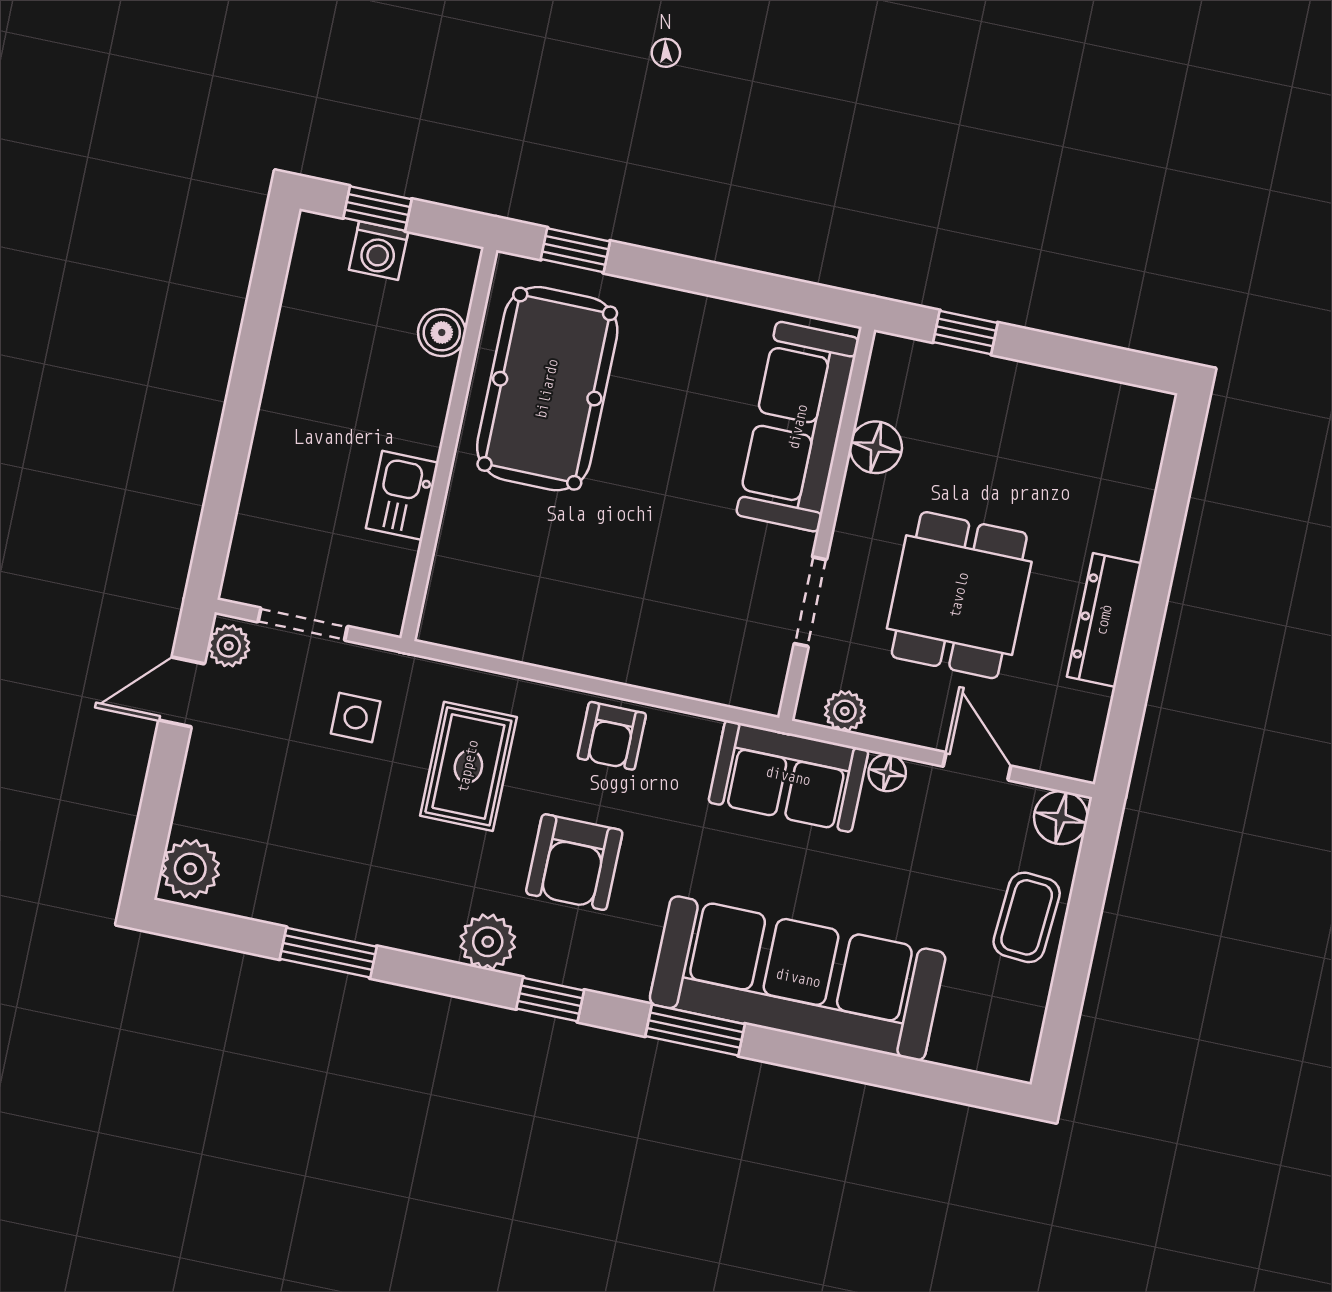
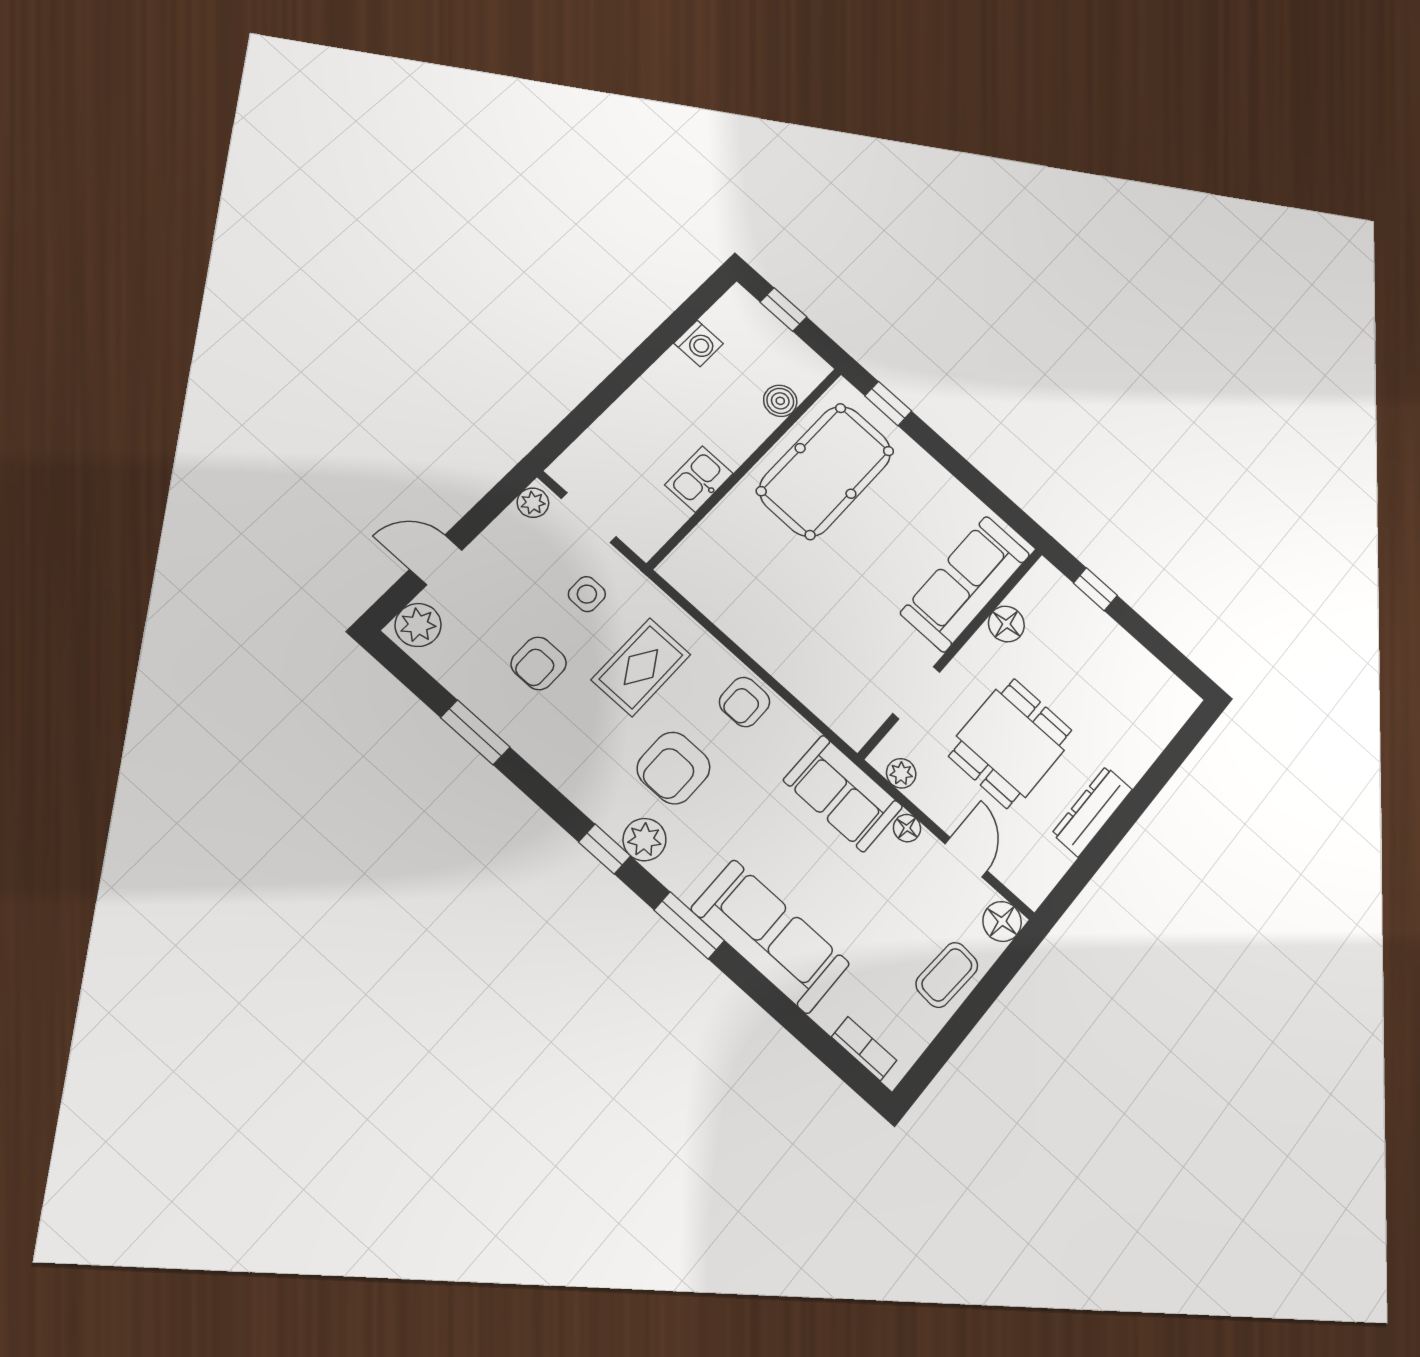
washing machine: (379, 251) -> (699, 343), moved, turned -90
door: (182, 692) -> (436, 560), moved
armchair: (350, 832) -> (539, 663), added
plant: (488, 942) -> (645, 840), moved
sofa: (798, 978) -> (770, 936), width x0.74, depth x0.79
bookcase: (973, 1055) -> (864, 1049), added

